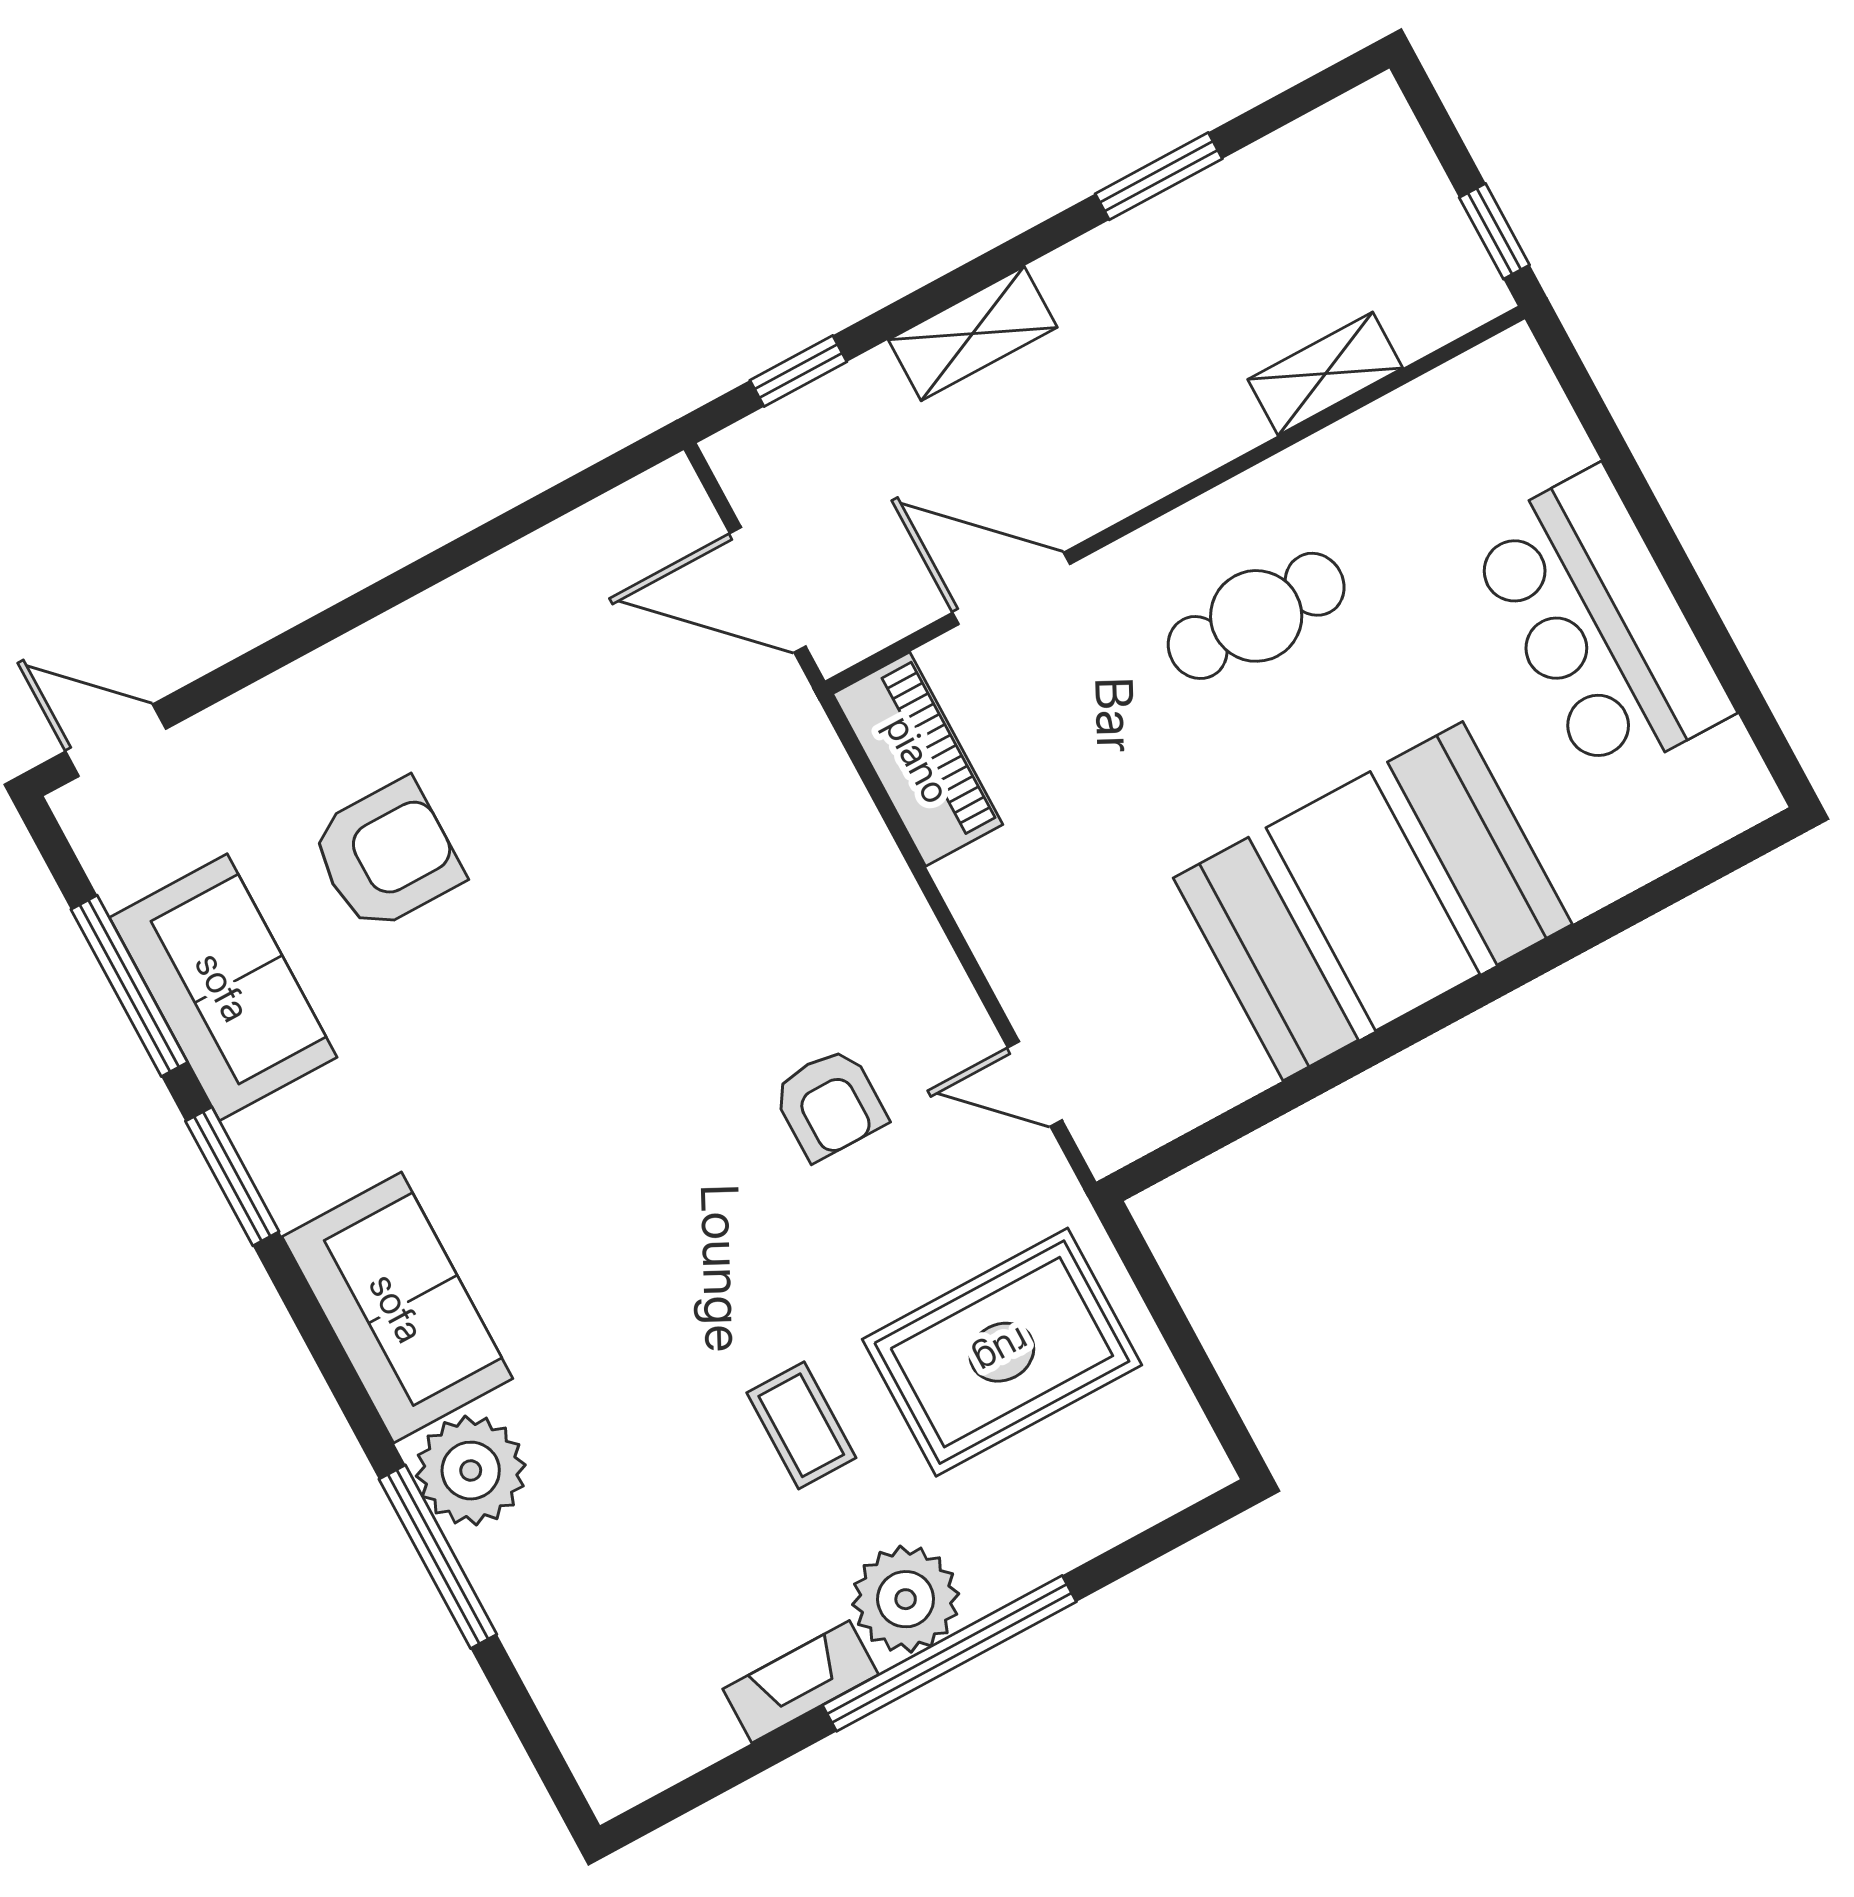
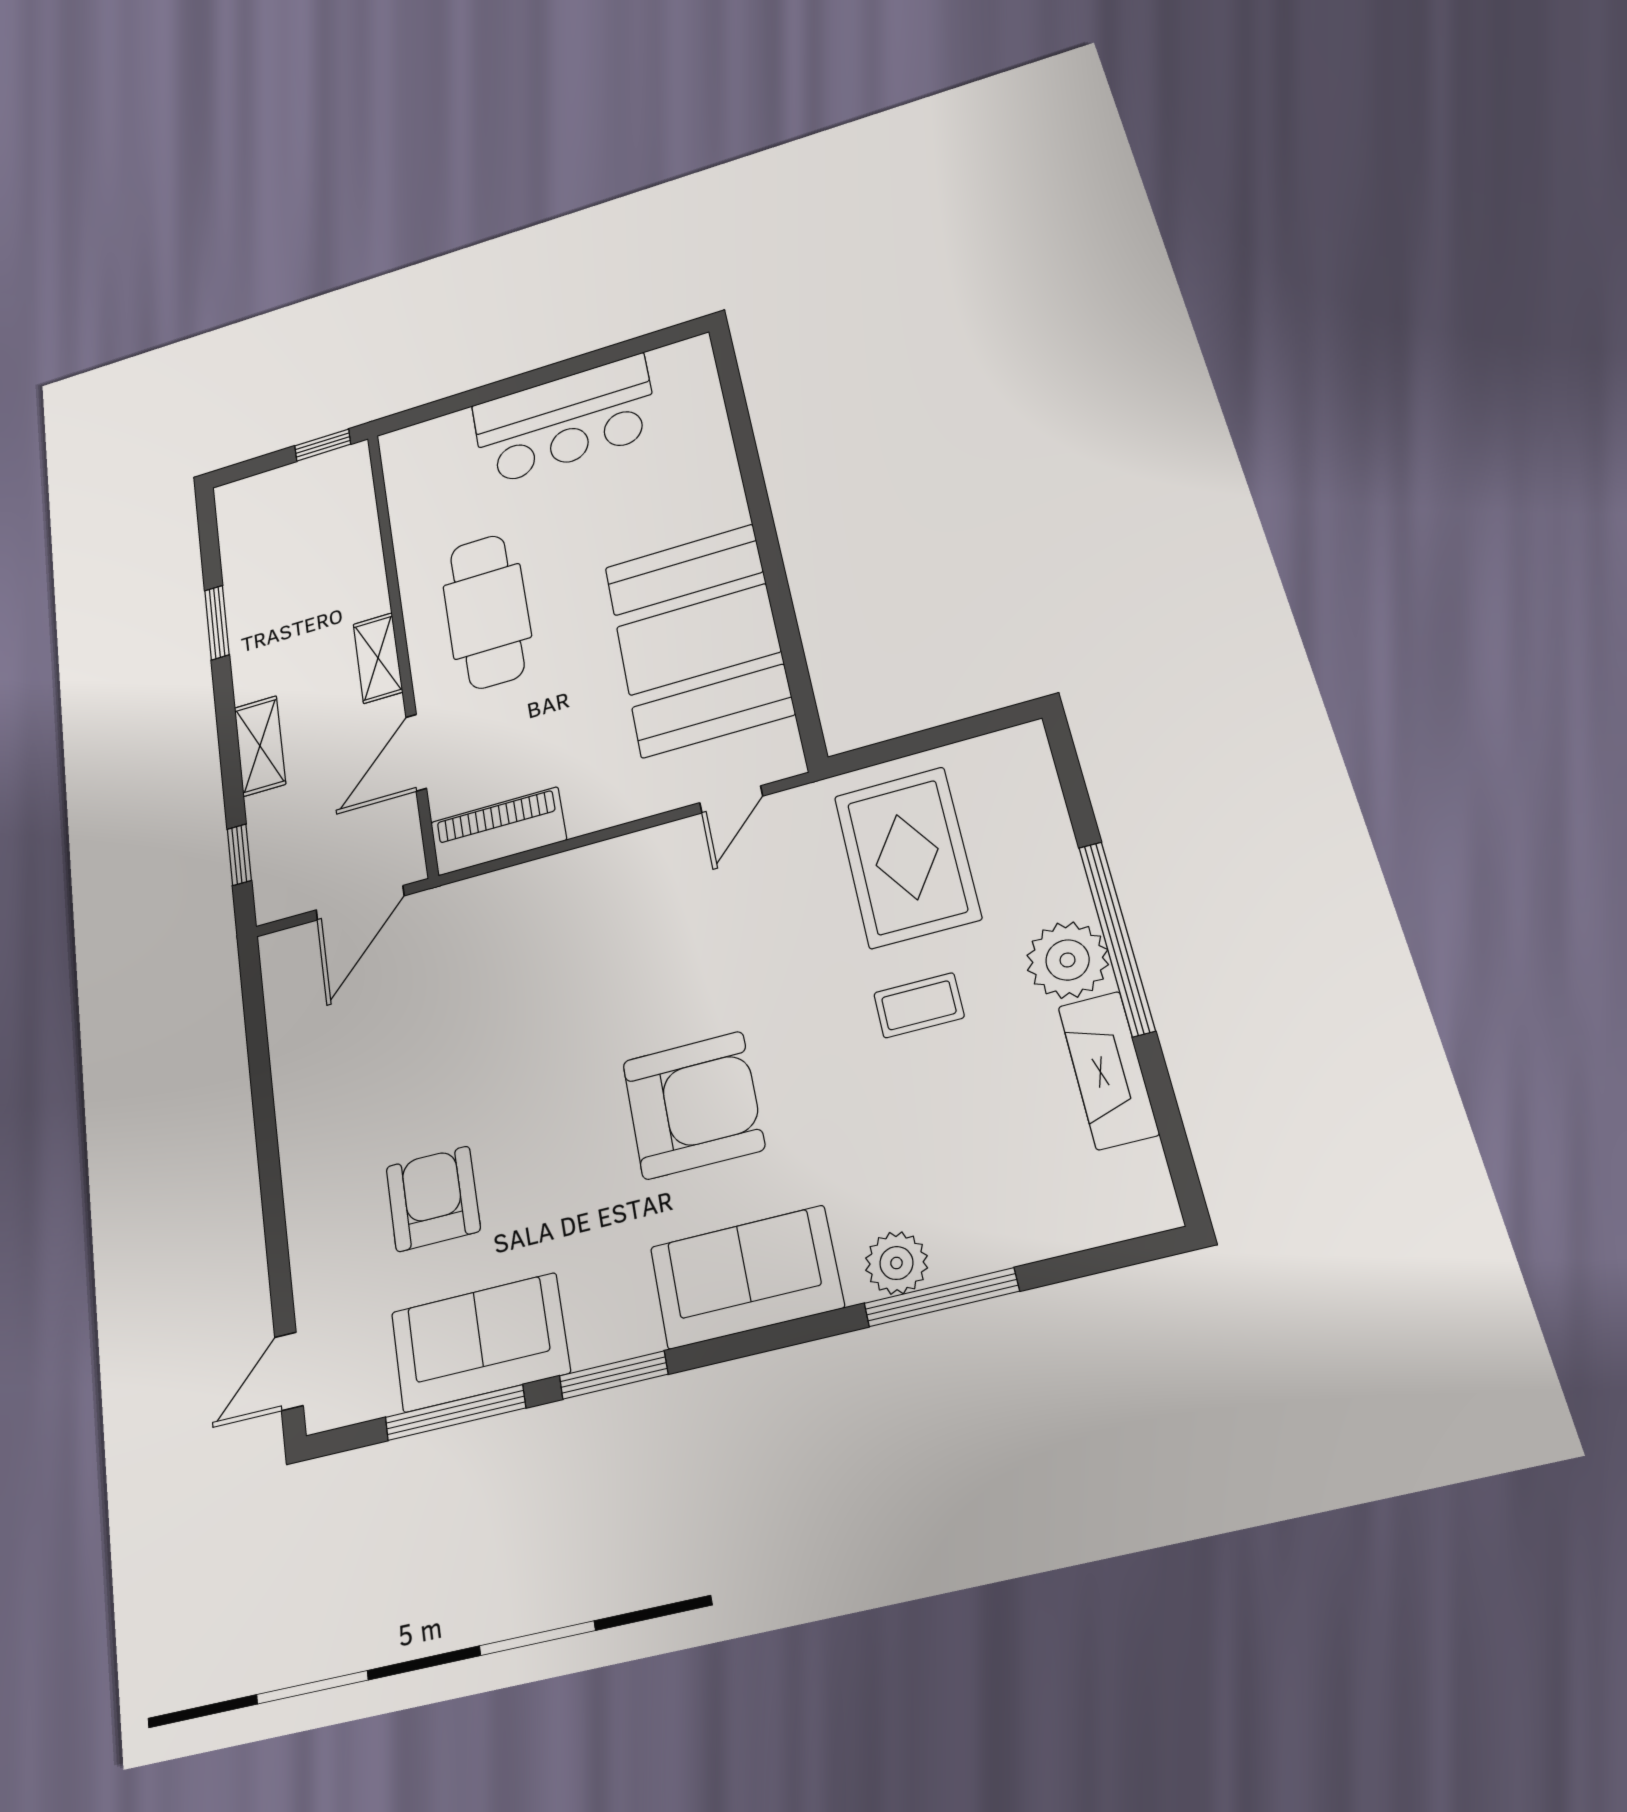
shelving: (1325, 374) -> (378, 658), moved
cafe table: (1256, 616) -> (487, 611), width x1.37, depth x1.35
booth: (1373, 901) -> (698, 639), moved
armchair: (829, 1104) -> (693, 1105), moved, width x1.88, depth x1.88
plant: (471, 1471) -> (896, 1263), width x0.73, depth x0.73
fireplace: (801, 1682) -> (1108, 1070), width x1.37, depth x1.32

